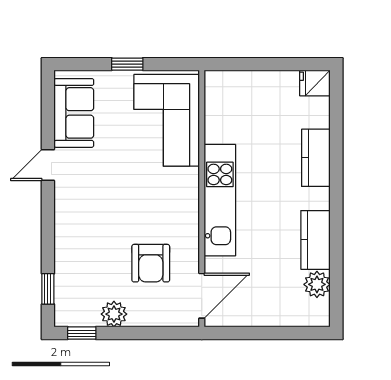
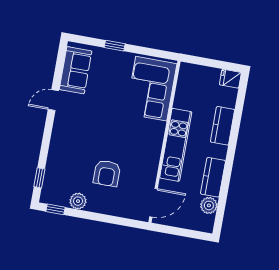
corner sofa: (167, 120) -> (151, 89), moved
wall: (202, 199) -> (164, 142), moved
kitchen unit: (220, 200) -> (176, 145), moved
door: (202, 296) -> (153, 203), moved

